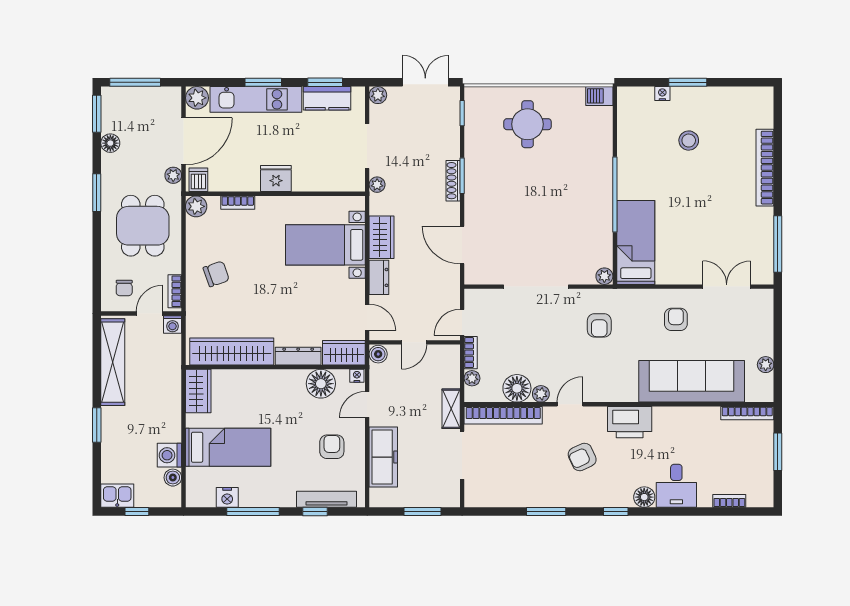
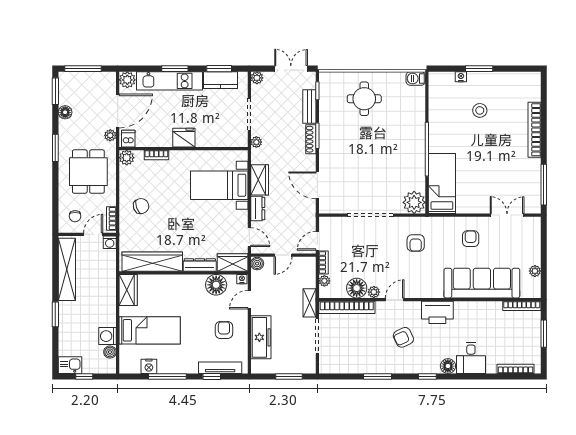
bench: (451, 135) -> (309, 107), added
plant: (604, 276) -> (414, 202), width x1.88, depth x1.88
bookcase: (729, 501) -> (516, 369), width x1.56

